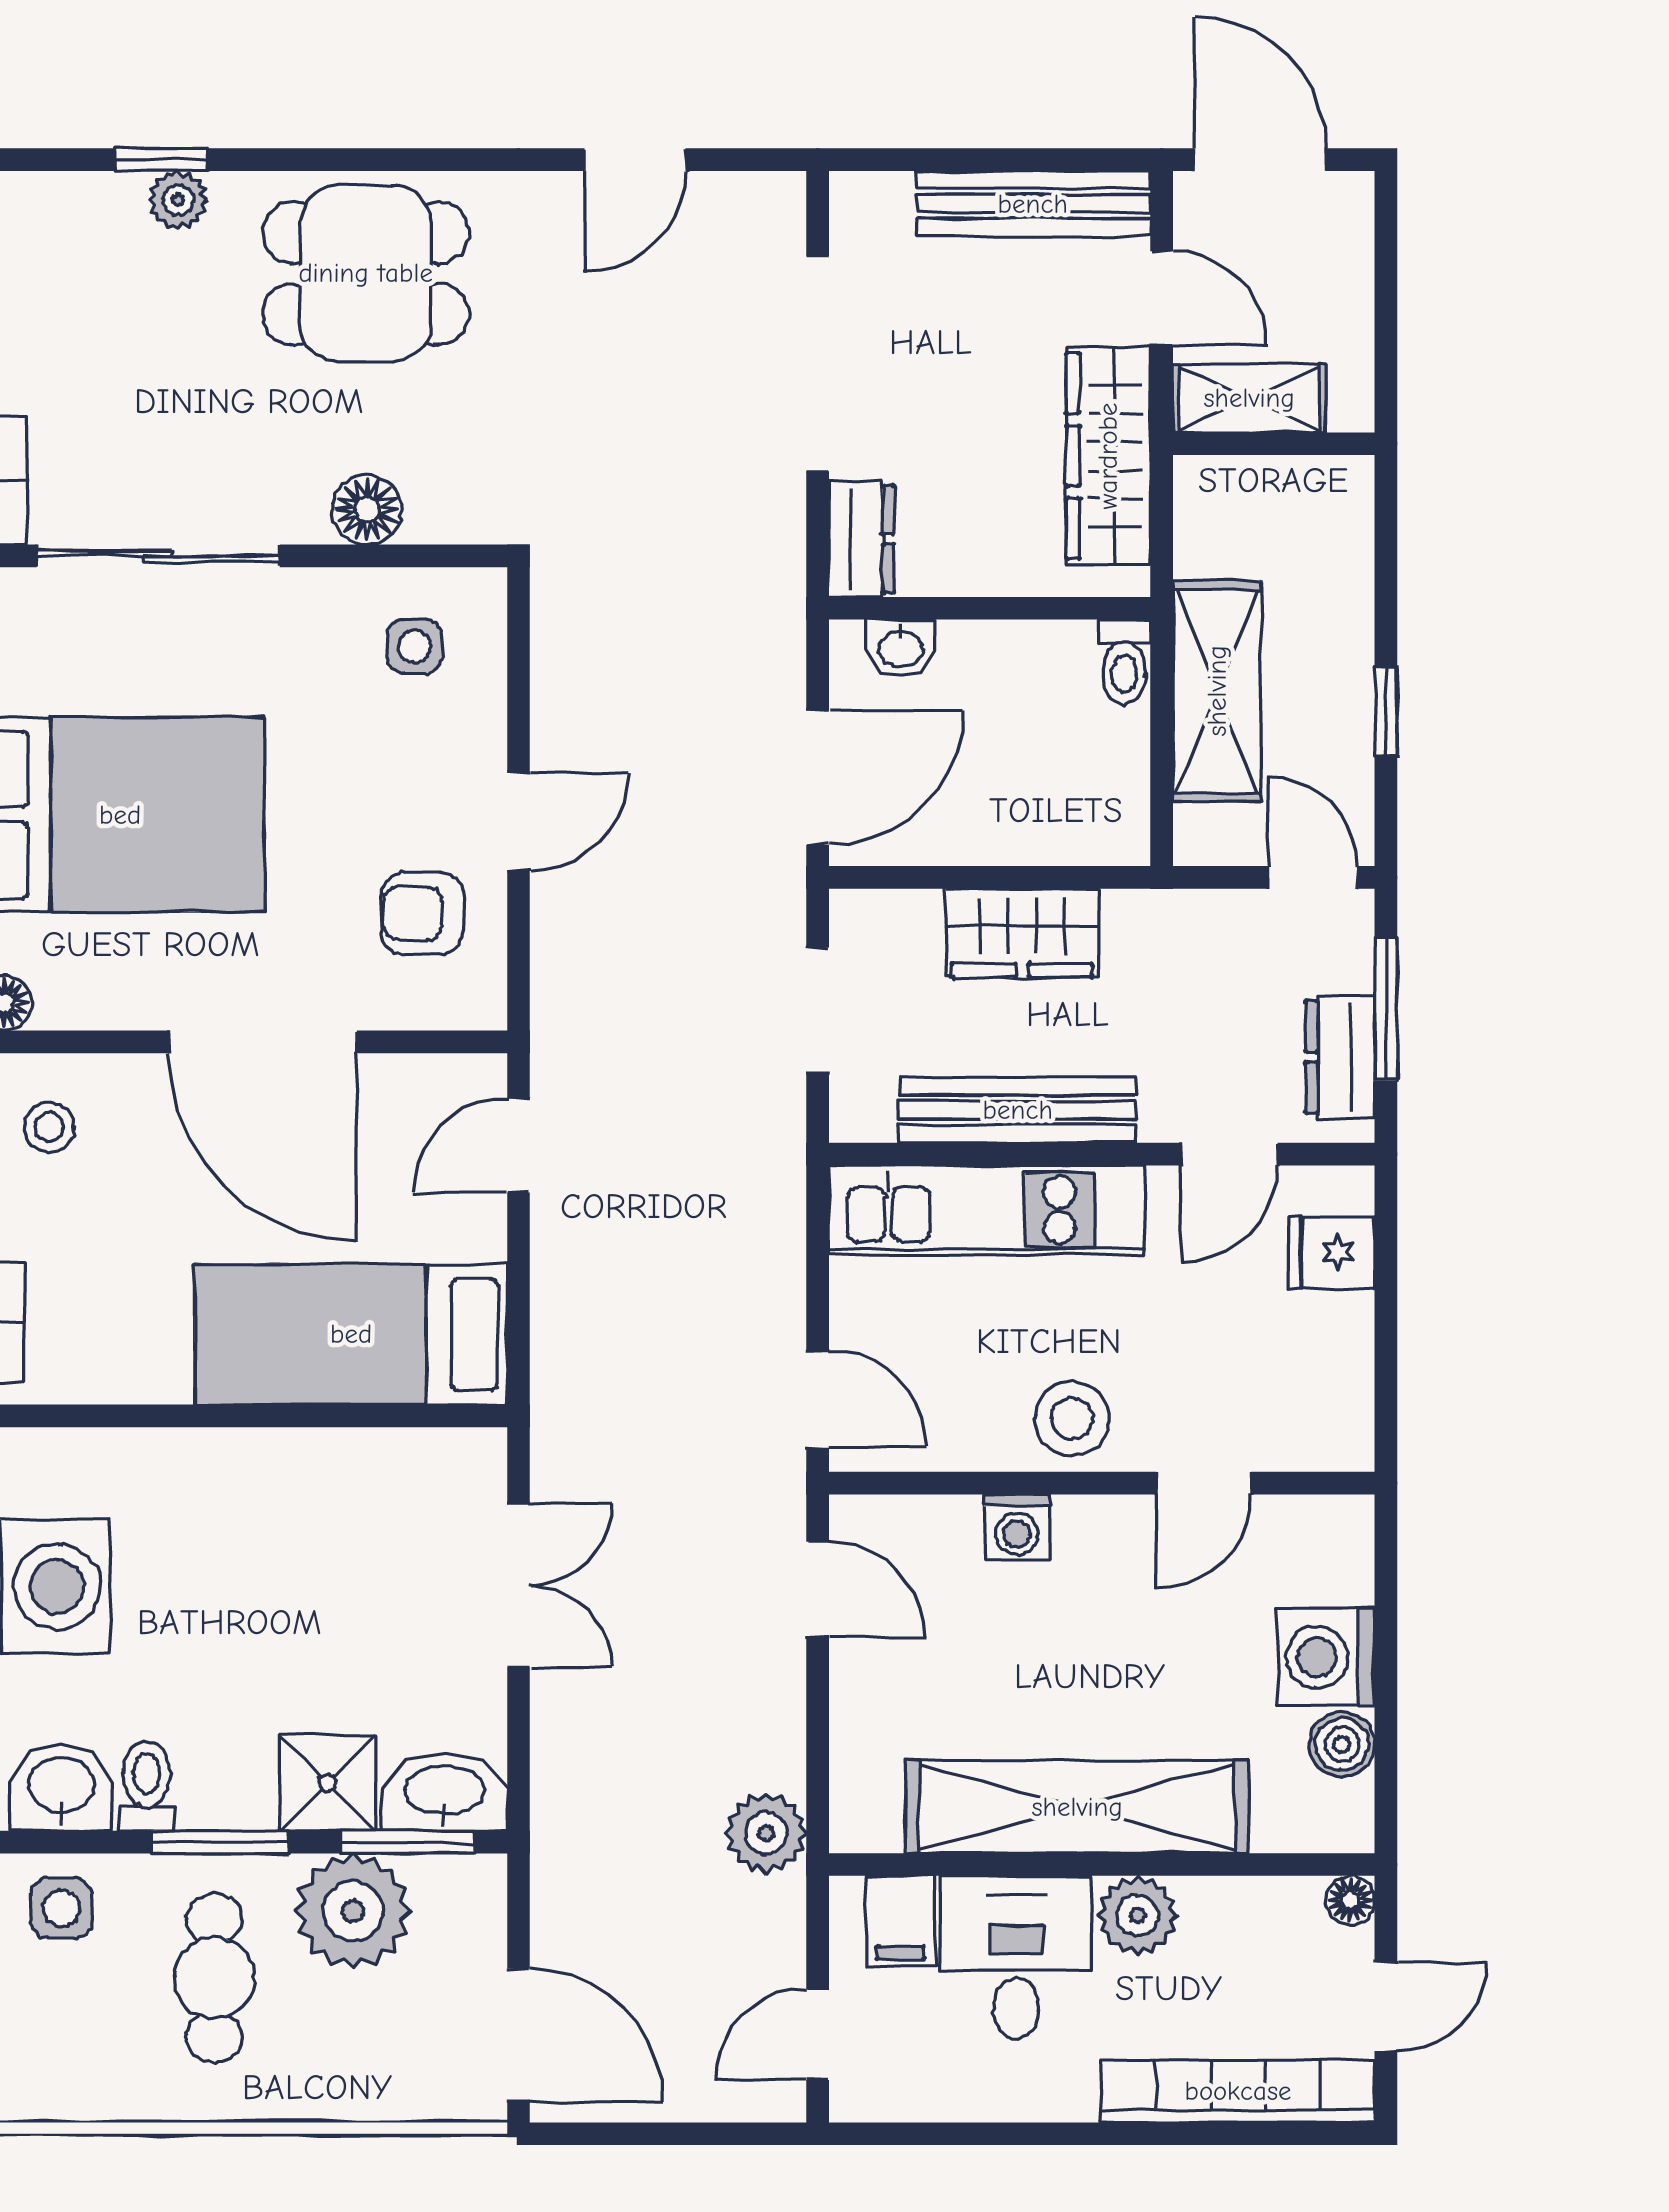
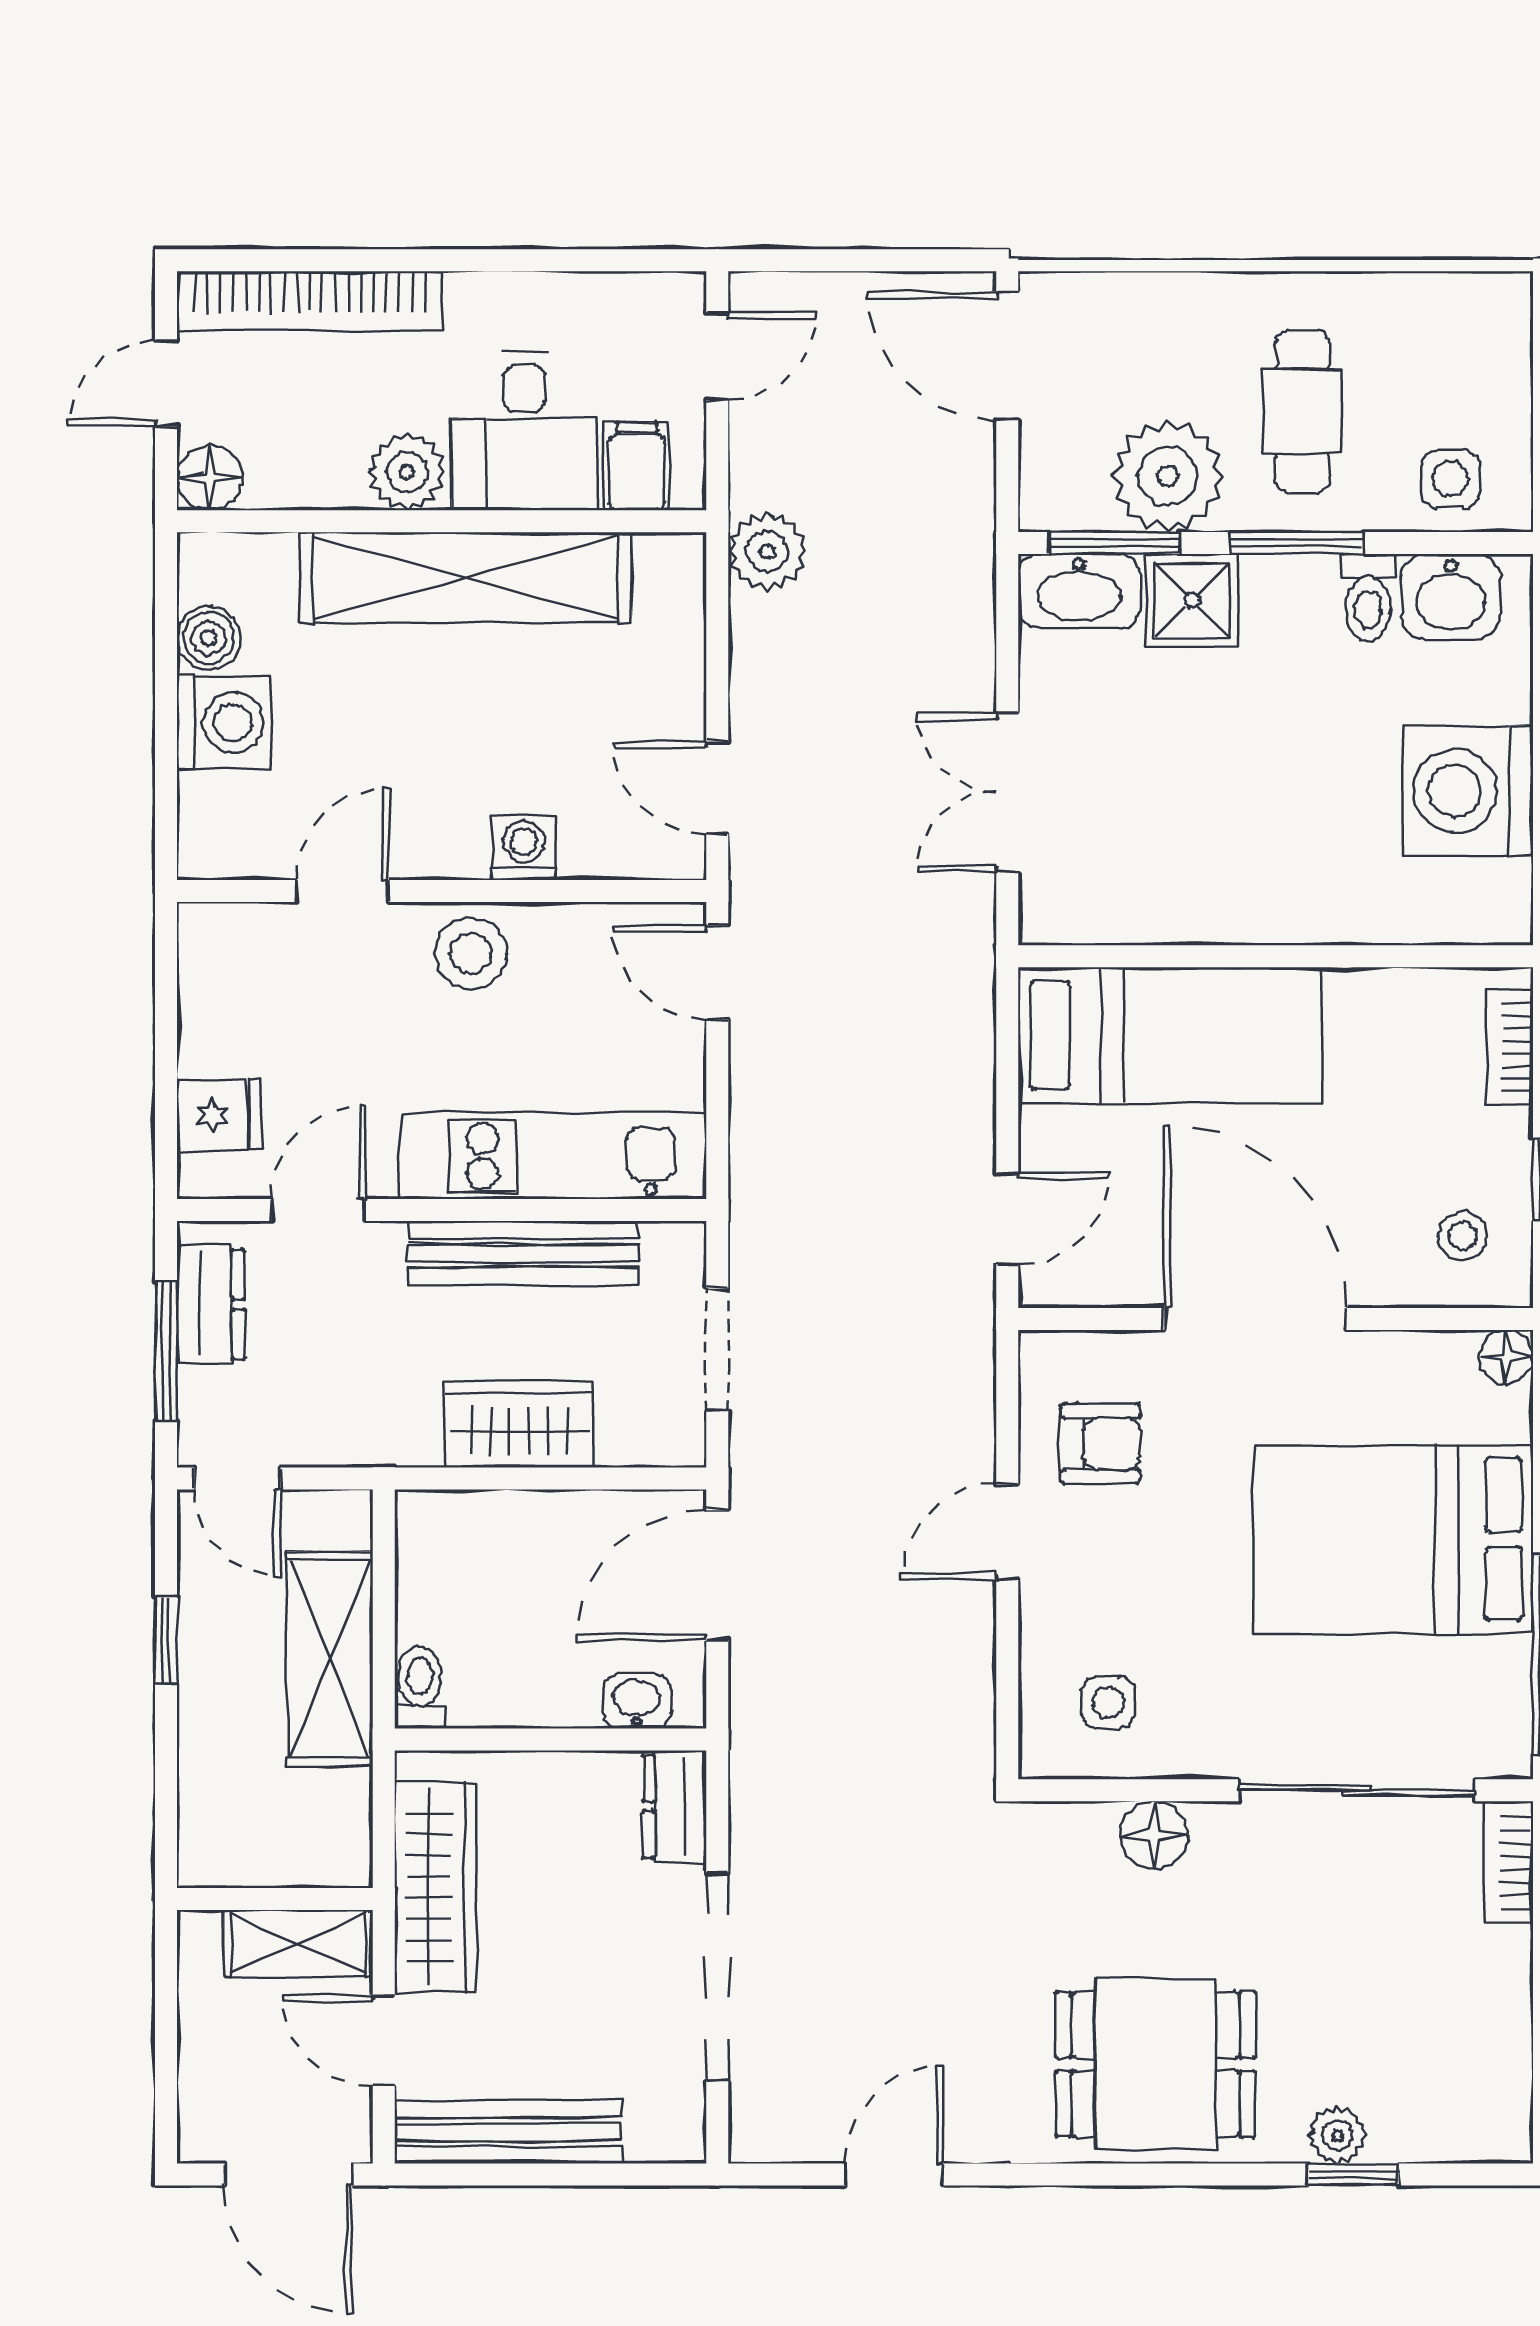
floor lamp: (1350, 1900) -> (210, 478), width x1.37, depth x1.37

